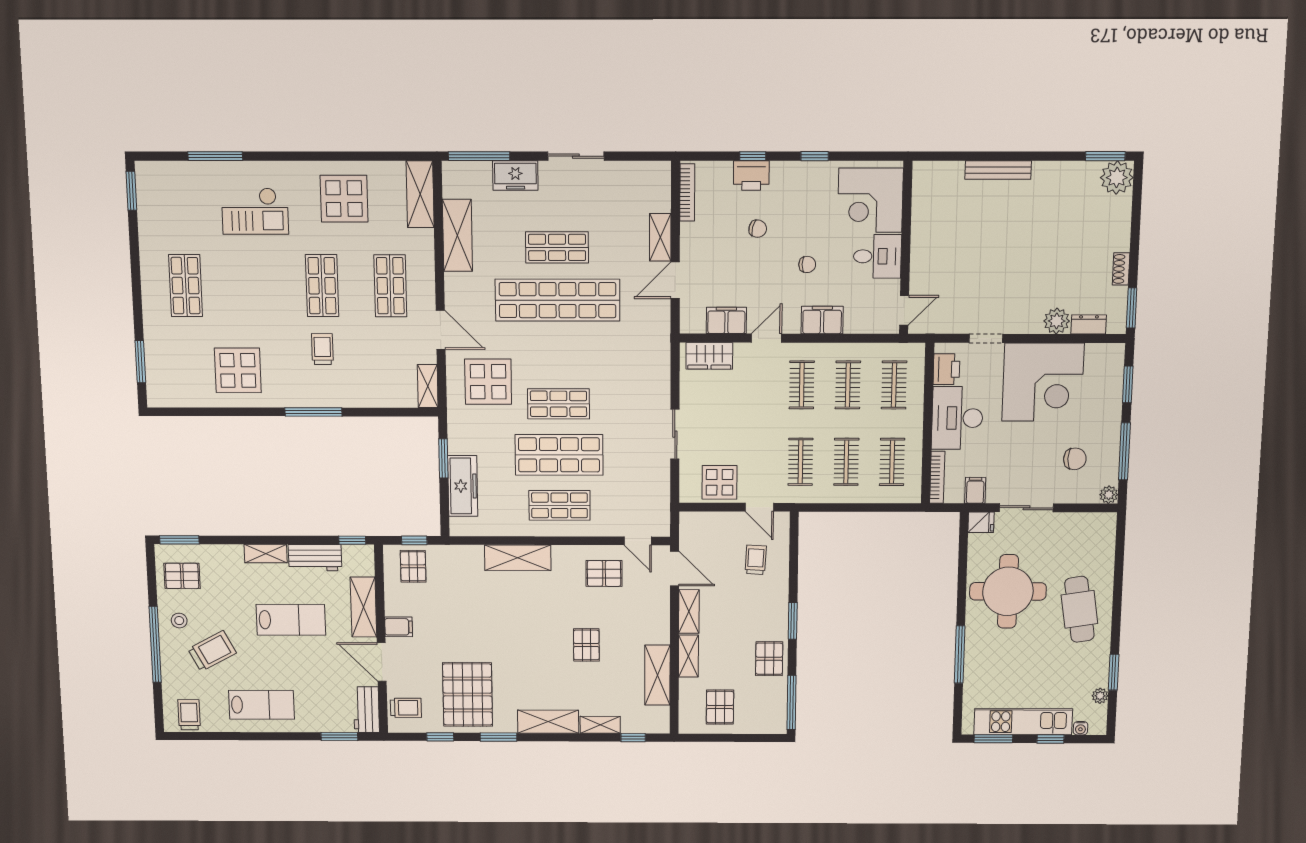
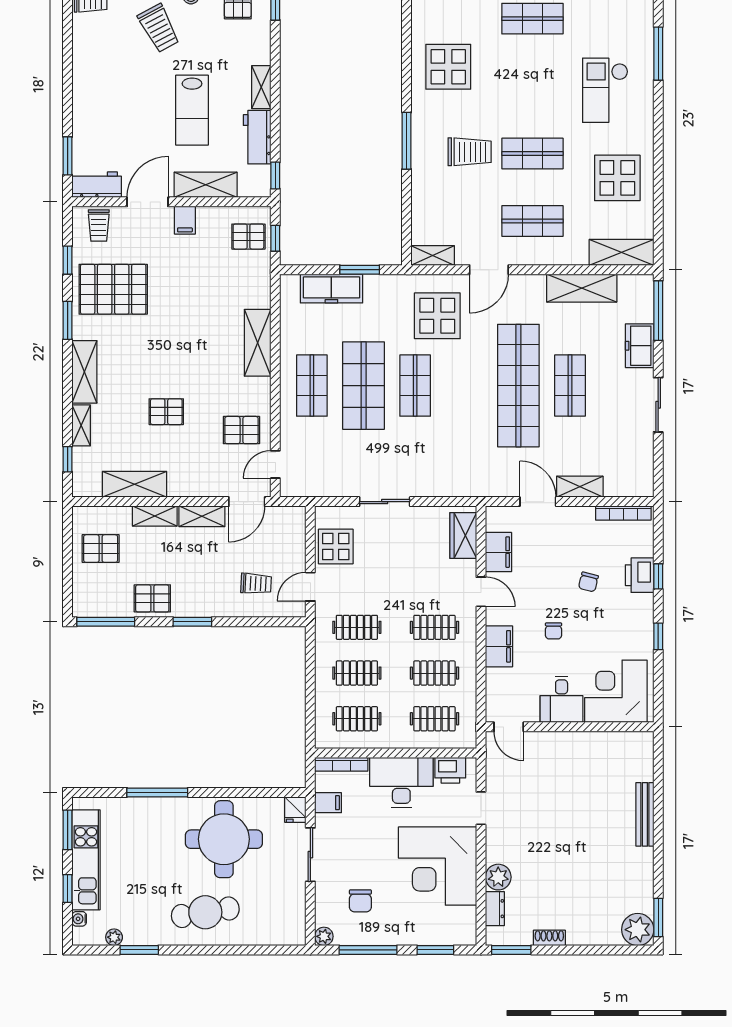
trolley: (322, 349) -> (470, 152), width x1.36, depth x1.39
pallet: (604, 573) -> (241, 430), turned 90
lab bench: (261, 705) -> (101, 77), removed

